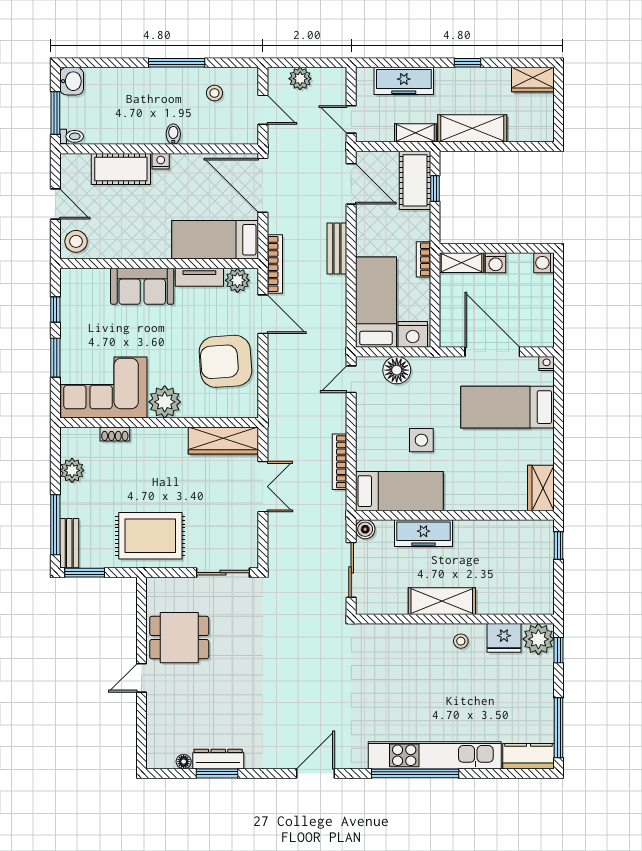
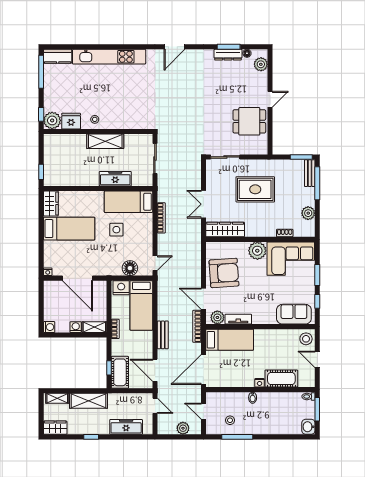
window: (177, 63) -> (237, 437), moved
shelving: (415, 133) -> (57, 398), moved
door: (263, 185) -> (203, 370), swing flipped
sofa: (142, 286) -> (294, 314), moved
bed: (508, 407) -> (69, 229), moved
boiler: (365, 529) -> (147, 181), removed
rug: (150, 536) -> (255, 189), moved
plant: (158, 741) -> (261, 64), added
window: (415, 773) -> (120, 47), removed

